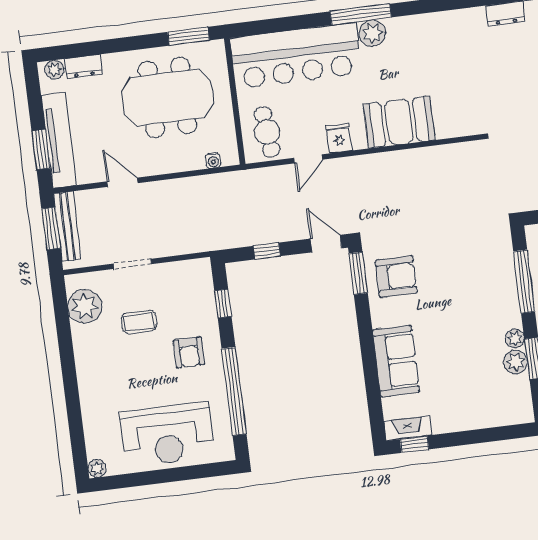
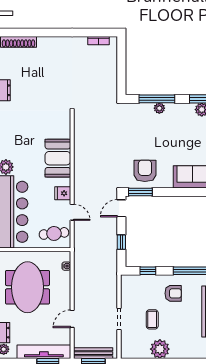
plant: (85, 306) -> (160, 349), moved
plant: (515, 339) -> (159, 108), moved

